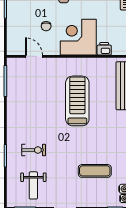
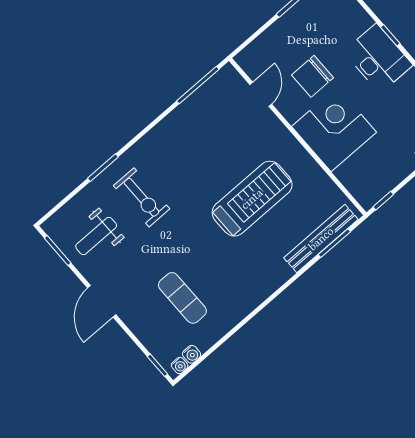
chair: (46, 26) -> (312, 76), width x1.87, depth x1.87
printer: (104, 49) -> (348, 175), removed
exercise bike: (34, 150) -> (142, 197), width x1.38, depth x1.39

